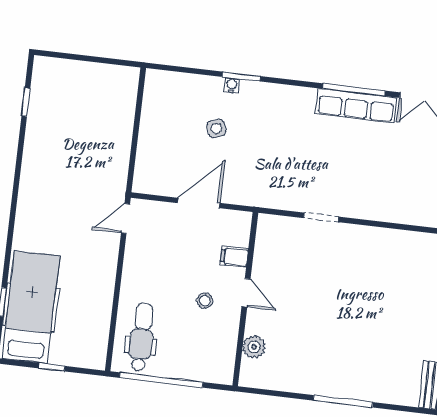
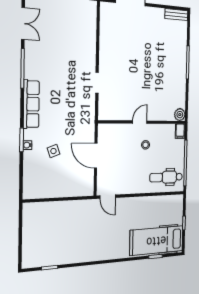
row of seats: (356, 106) -> (31, 104), moved
filing cabinet: (234, 257) -> (180, 131), moved
plant: (254, 347) -> (180, 115), moved

